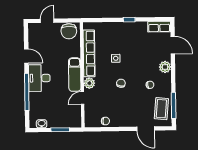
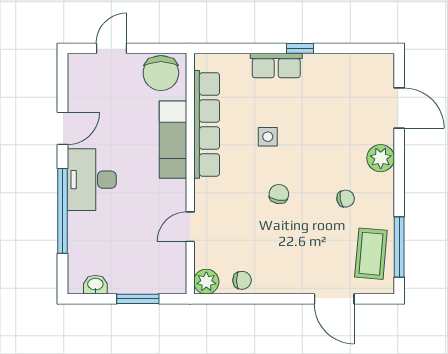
row of seats: (159, 27) -> (276, 65), moved
door: (26, 56) -> (63, 128), hinge flipped
exam couch: (75, 75) -> (173, 140), moved
plant: (89, 83) -> (206, 282), moved

